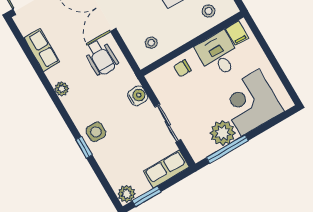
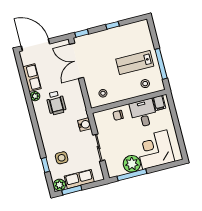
wheelchair: (101, 57) -> (56, 103), moved
plant: (62, 89) -> (35, 96), moved
side table: (96, 132) -> (62, 158), moved
window: (84, 147) -> (45, 165), moved
row of seats: (166, 169) -> (79, 179), moved

